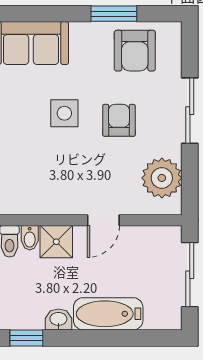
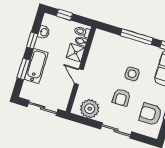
armchair: (119, 120) -> (121, 97), turned 90
washbasin: (58, 320) -> (44, 32), moved
window: (26, 338) -> (32, 41), moved
window: (122, 338) -> (23, 69), added

